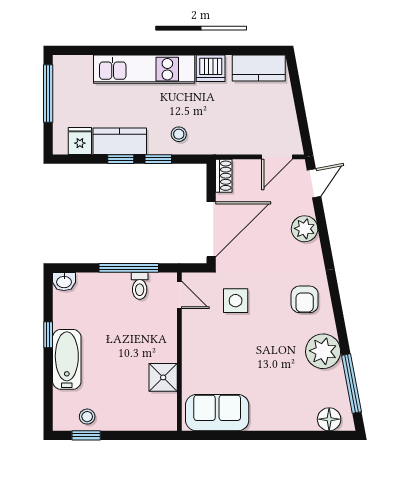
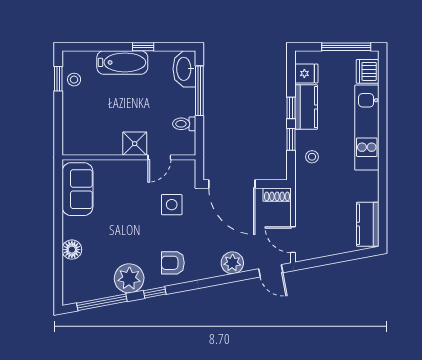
dishwasher: (211, 68) -> (368, 71), moved
window: (129, 268) -> (199, 91), moved
washbasin: (64, 282) -> (184, 69), width x1.91, depth x1.45
door: (179, 295) -> (159, 157), moved
window: (340, 321) -> (155, 292), added
shower: (163, 377) -> (135, 144), moved
floor lamp: (329, 419) -> (72, 250), moved

